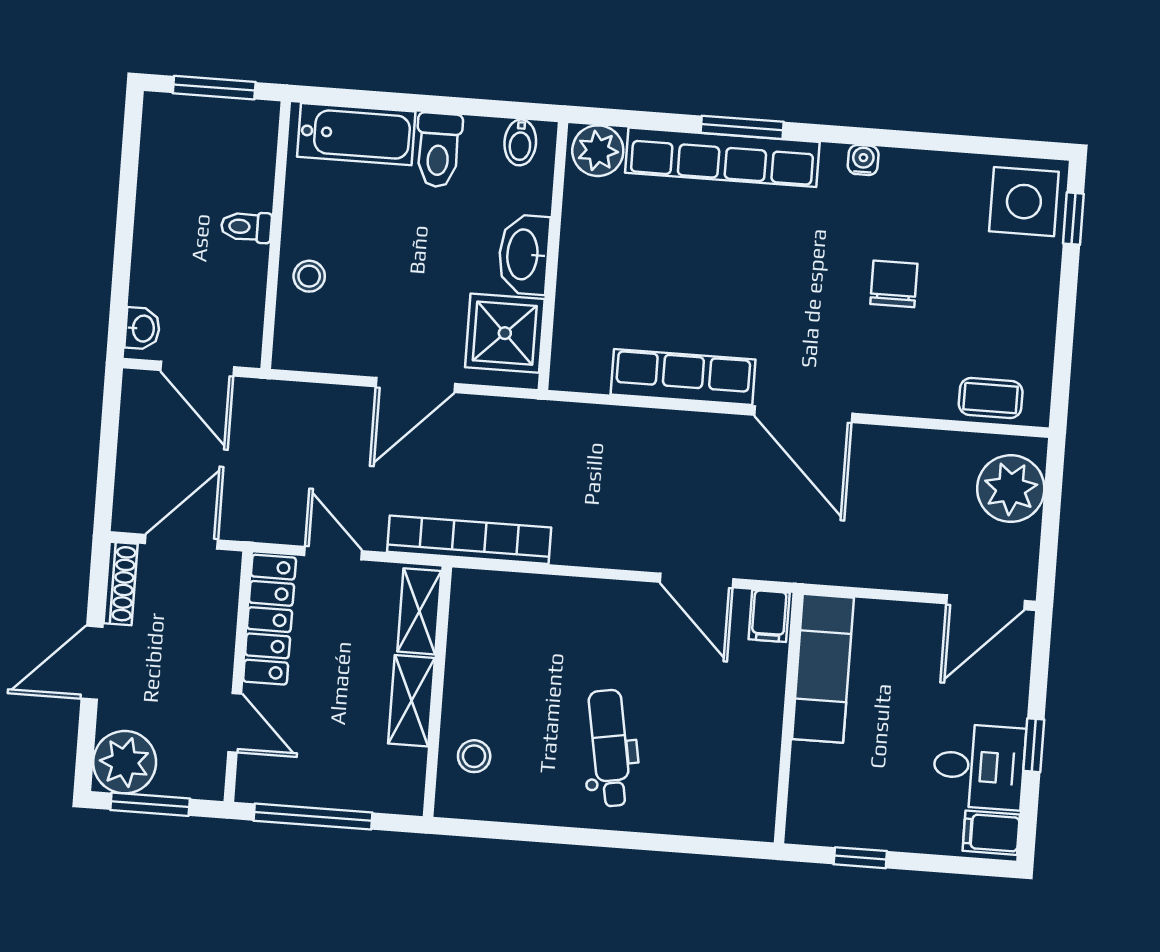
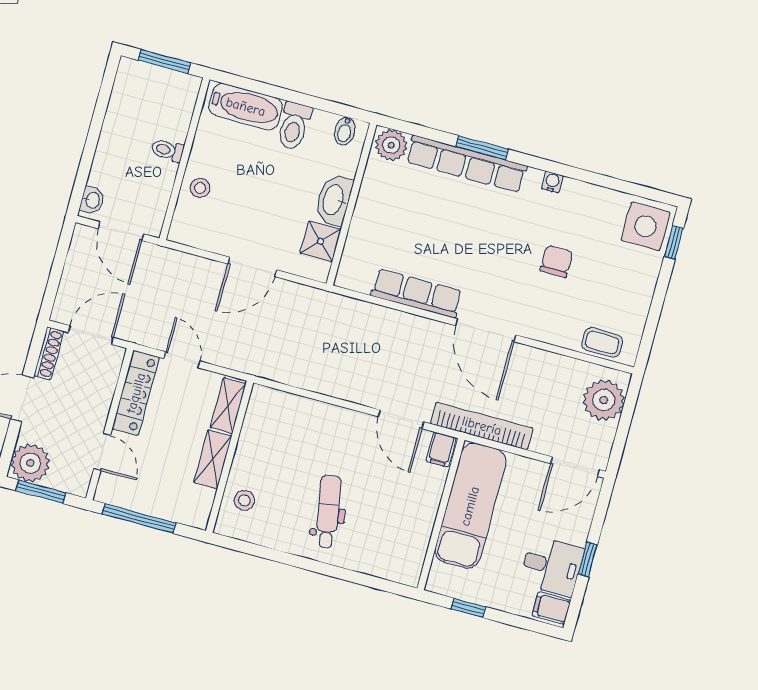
shower: (505, 333) -> (320, 241), width x0.73, depth x0.73
bookcase: (469, 540) -> (482, 426), moved
exam couch: (823, 668) -> (470, 506), width x1.36, depth x1.45

